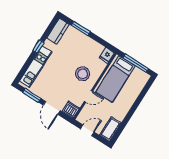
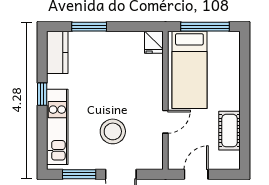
stool: (83, 74) -> (113, 131), moved
dishwasher: (71, 110) -> (151, 159), removed
cot: (110, 129) -> (230, 131), moved

